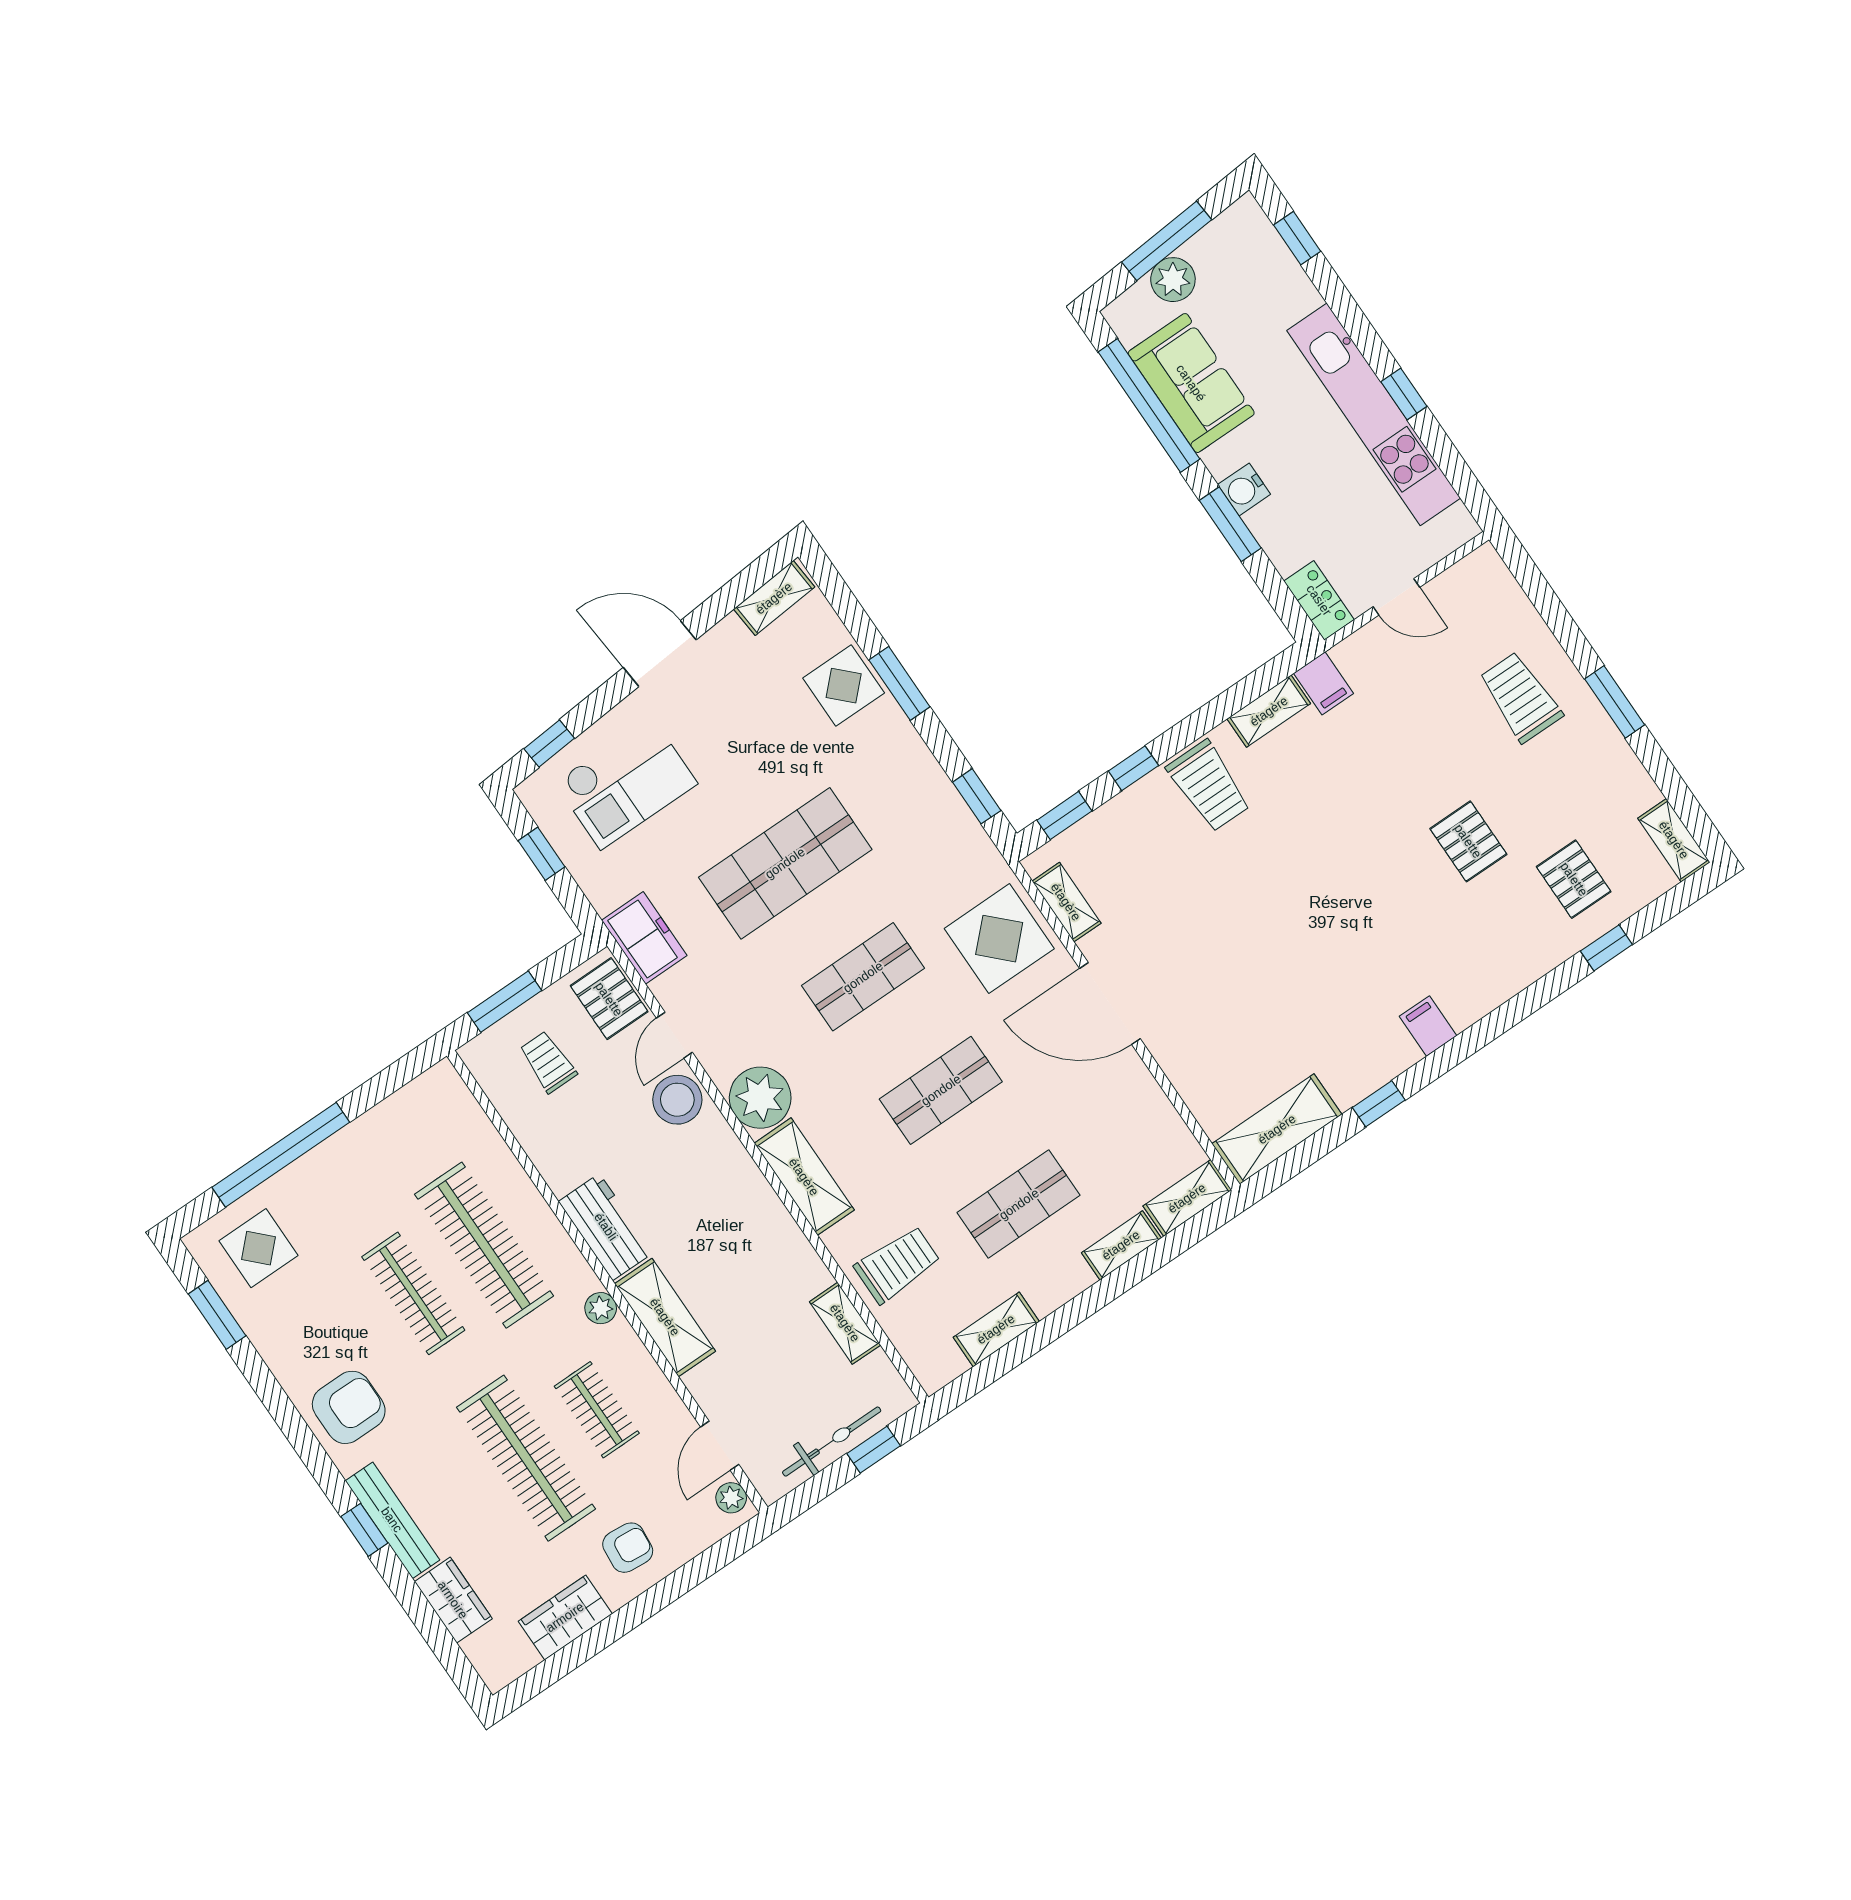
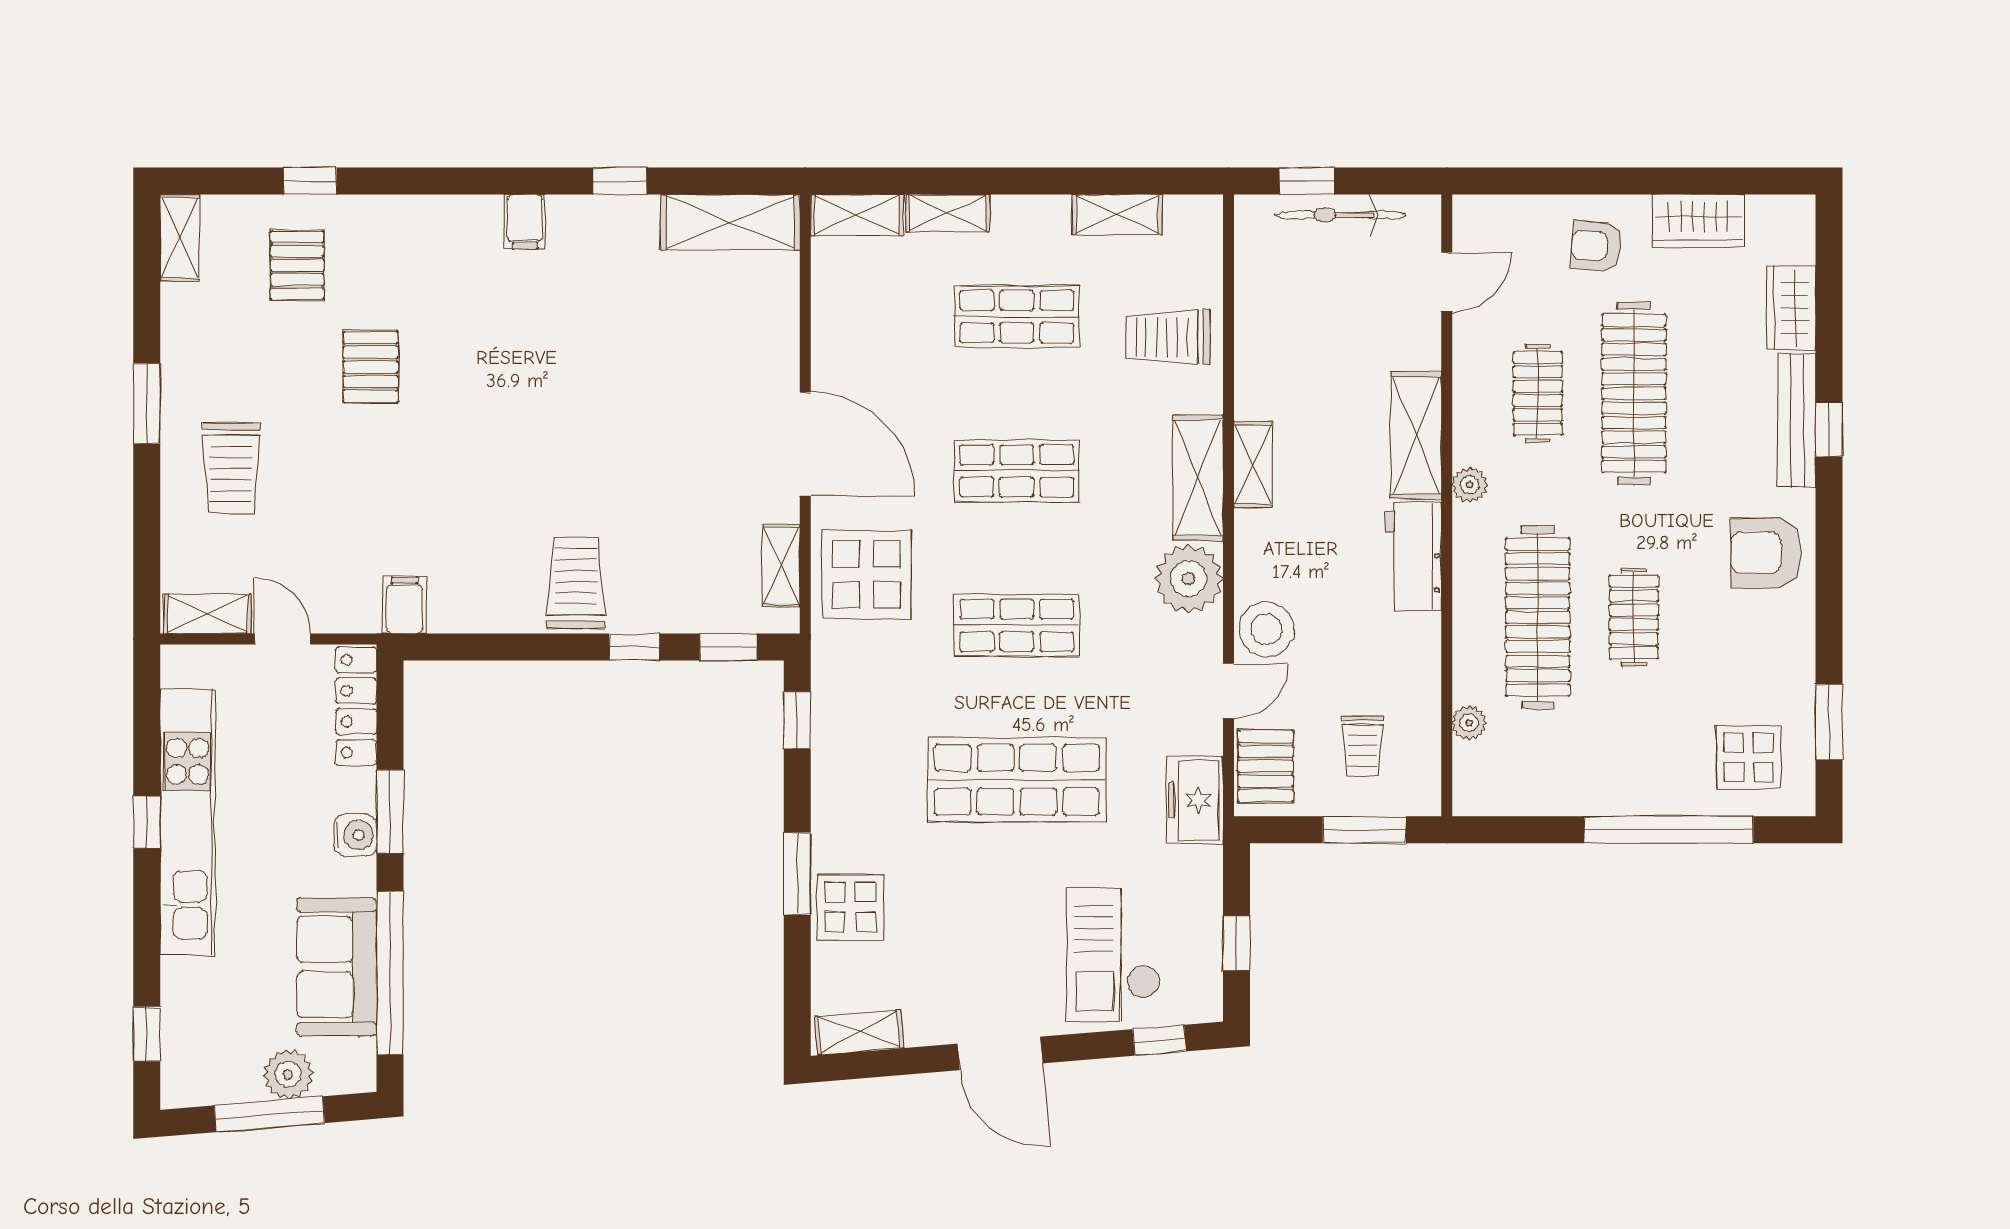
locker: (1319, 600) -> (356, 706), width x1.53
shelving: (1269, 711) -> (208, 614), moved
checkout: (626, 783) -> (1113, 955), turned -90
clothes rail: (413, 1293) -> (1634, 617), width x0.73
shelving: (845, 1323) -> (1253, 465), moved
plant: (731, 1498) -> (1469, 723), moved

